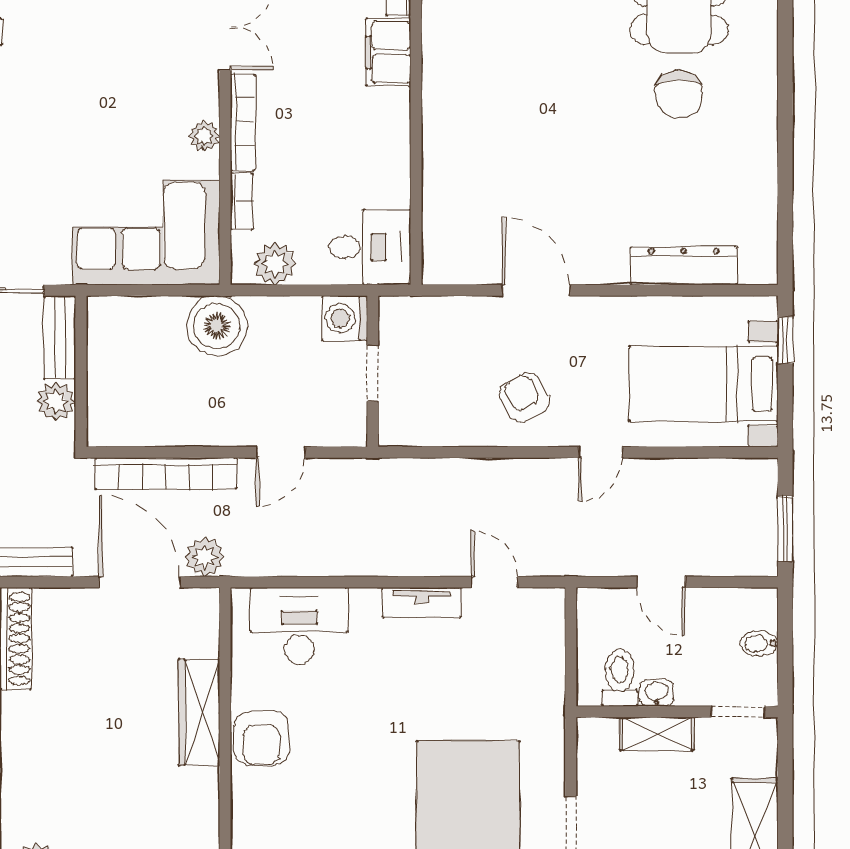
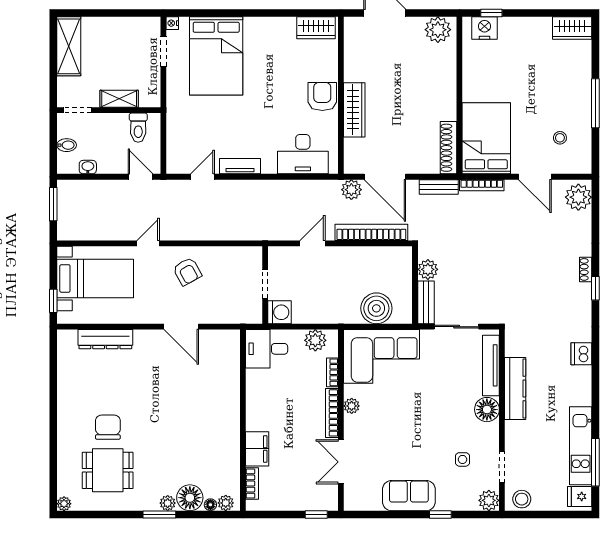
boiler: (217, 326) -> (376, 308), moved
door: (494, 582) -> (203, 177), swing flipped
door: (661, 582) -> (140, 177), moved
washbasin: (656, 693) -> (88, 167), moved, turned 180

